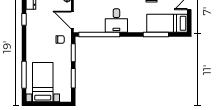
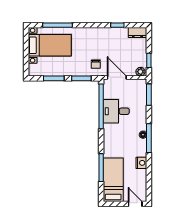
door: (72, 20) -> (117, 77), hinge flipped
desk: (116, 21) -> (116, 111), moved

